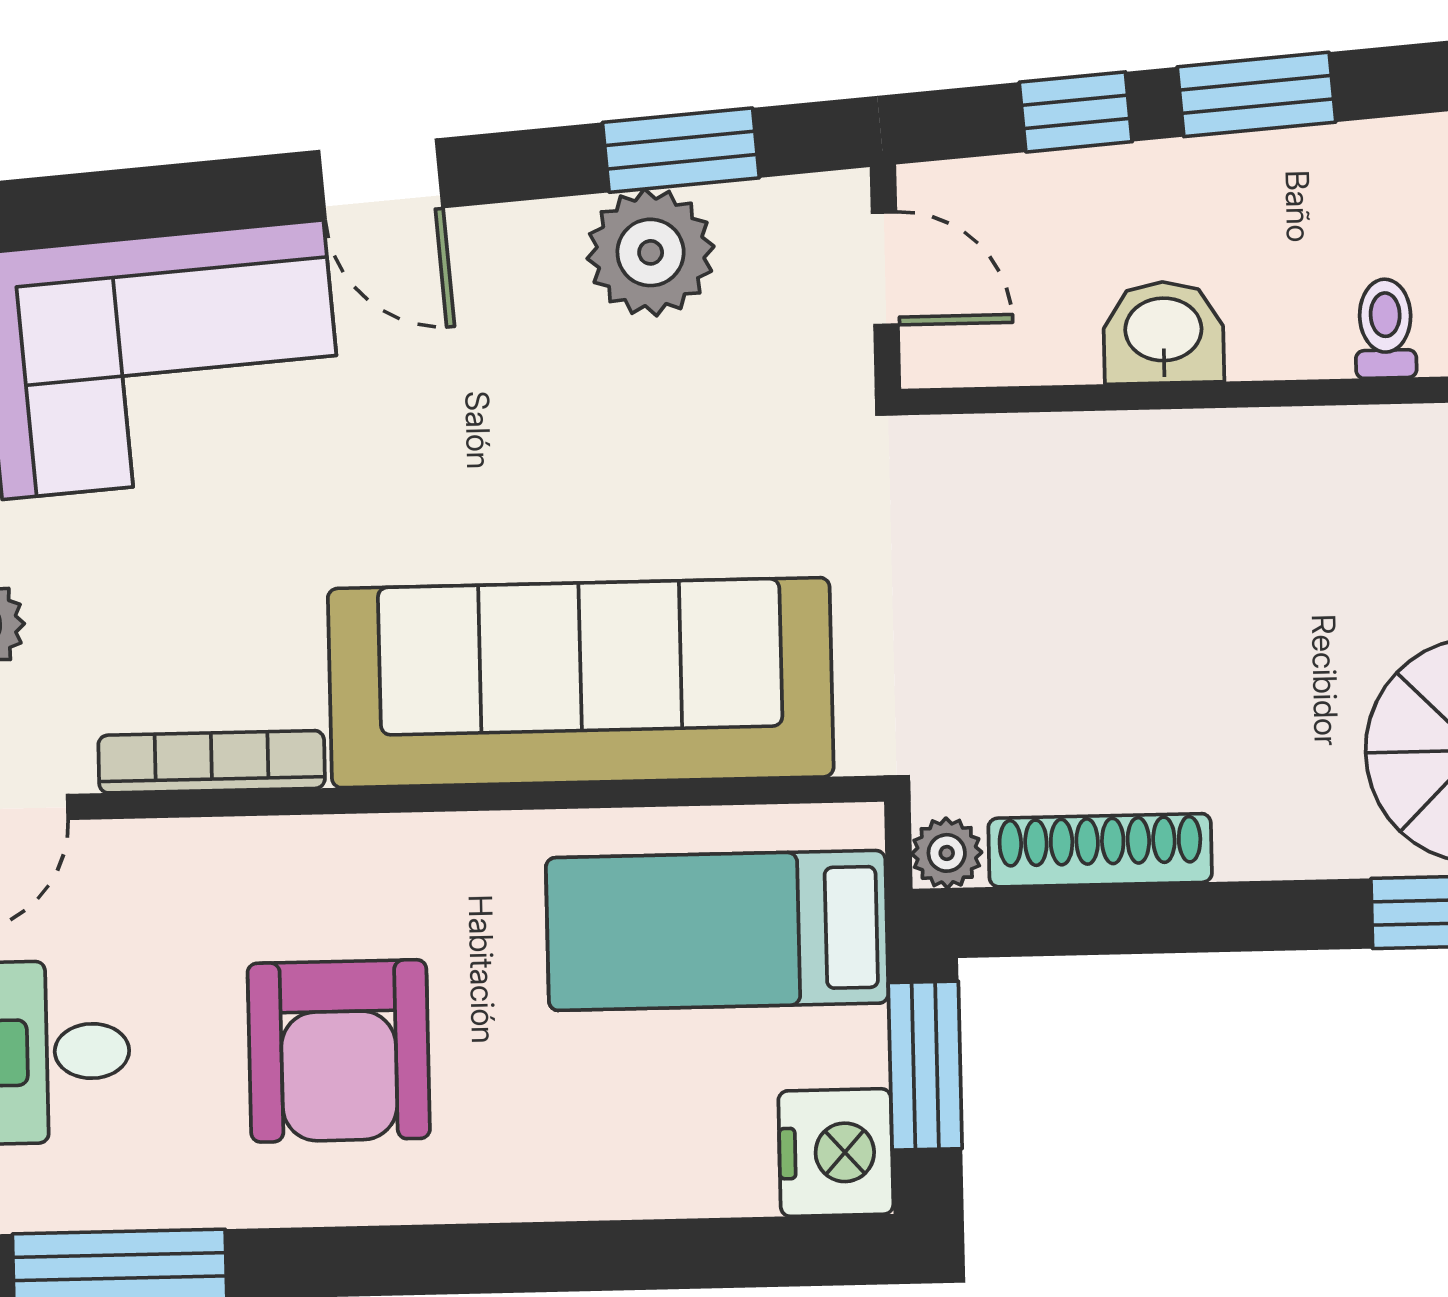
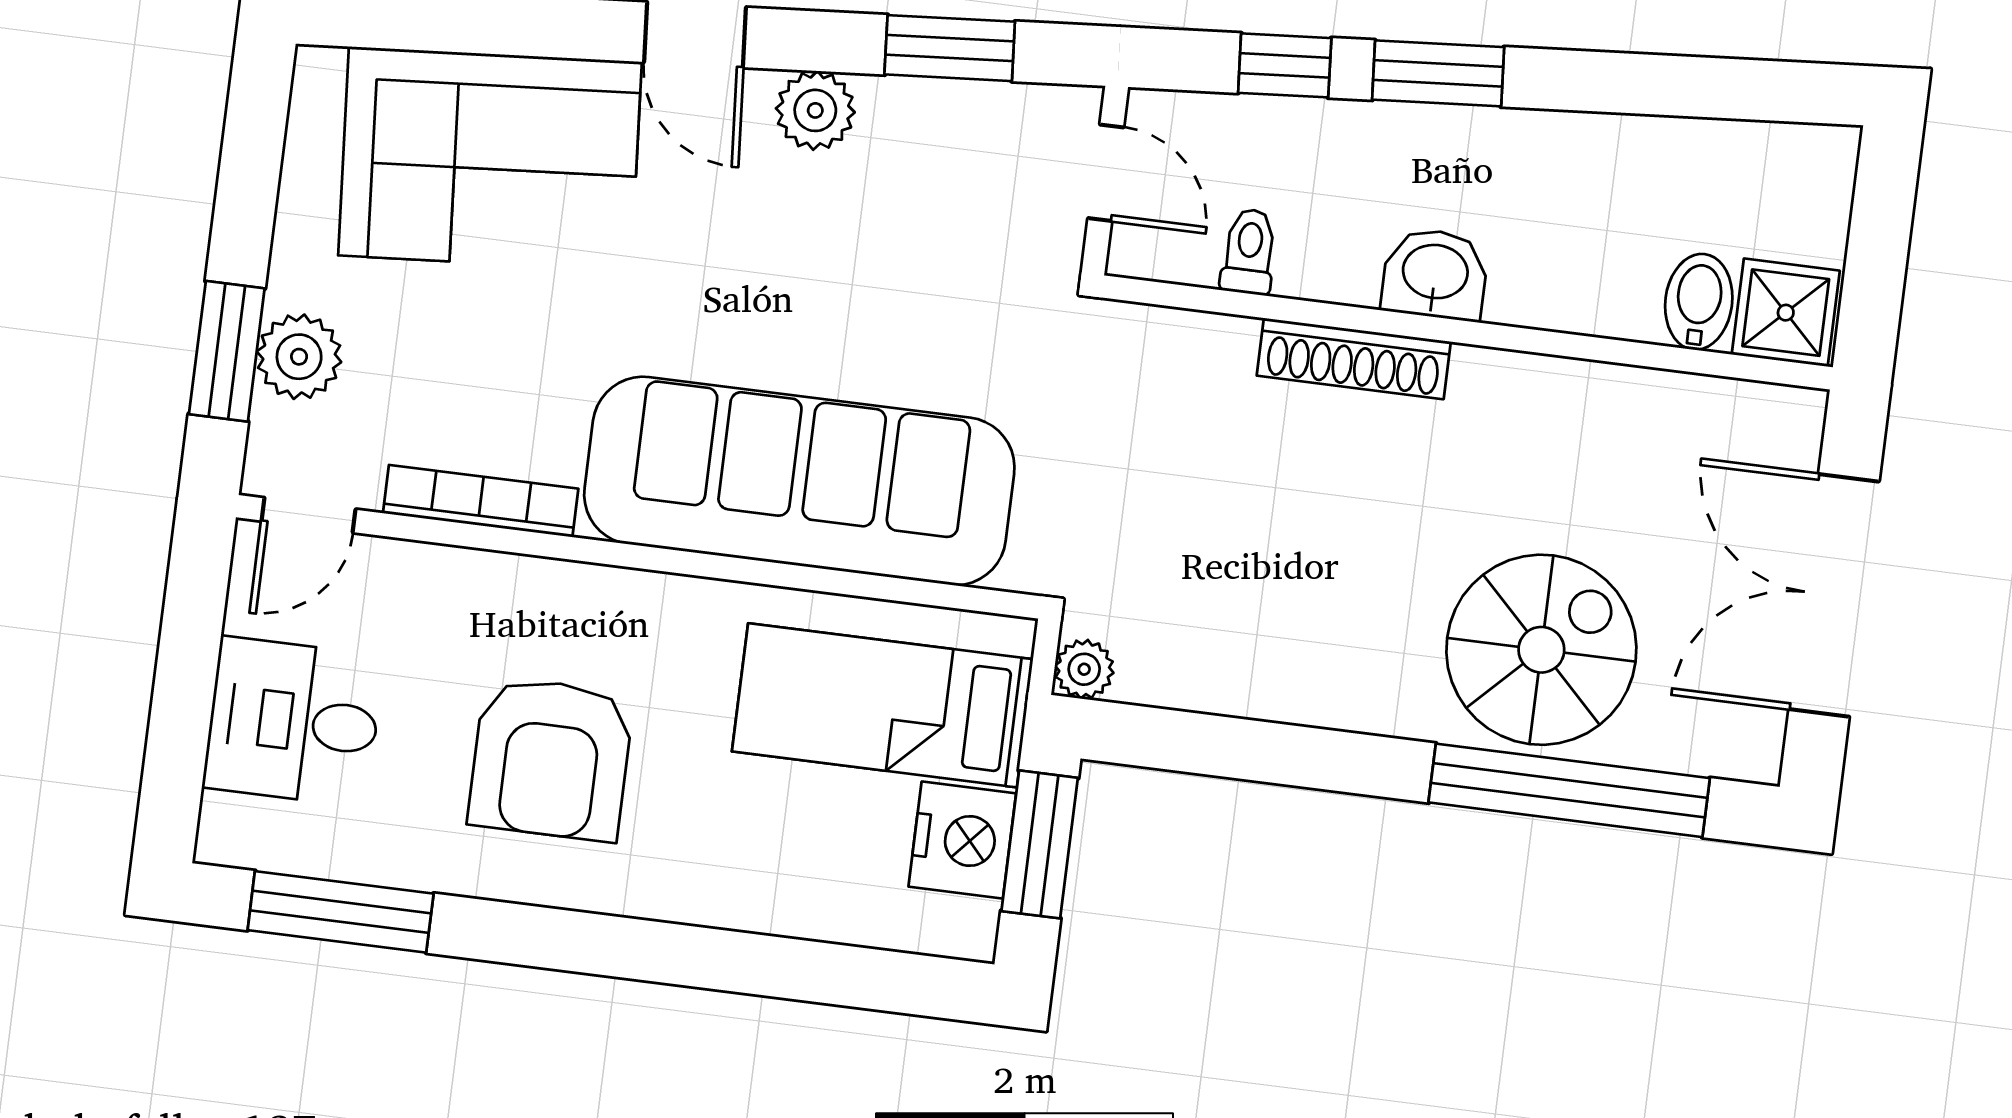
plant: (651, 252) -> (815, 110), moved, width x0.73, depth x0.73
toilet: (1385, 329) -> (1249, 252), moved
washbasin: (1163, 332) -> (1435, 274), moved
shoe rack: (1100, 850) -> (1354, 359), moved, turned 180
nightstand: (836, 1153) -> (962, 840), moved

